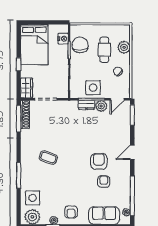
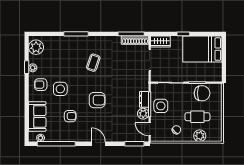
nightstand: (63, 39) -> (208, 77), removed
armchair: (99, 161) -> (97, 100), moved
side table: (33, 198) -> (60, 89), moved

